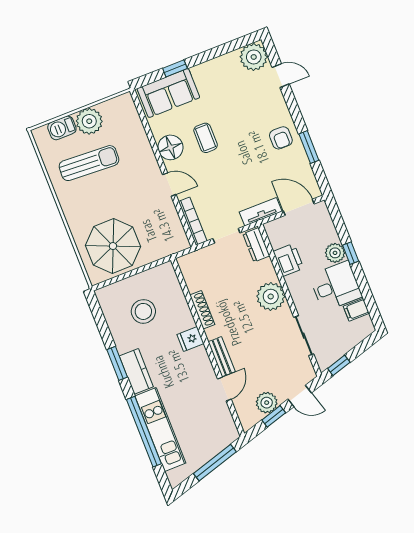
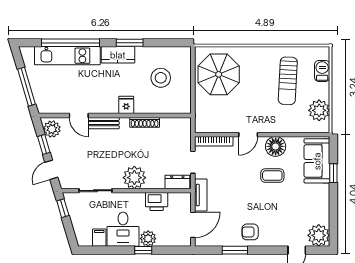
plant: (89, 121) -> (319, 110), moved
plant: (267, 403) -> (52, 129), moved

